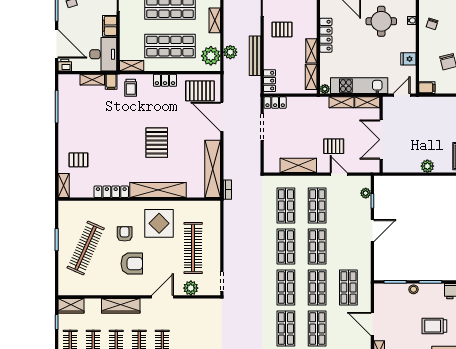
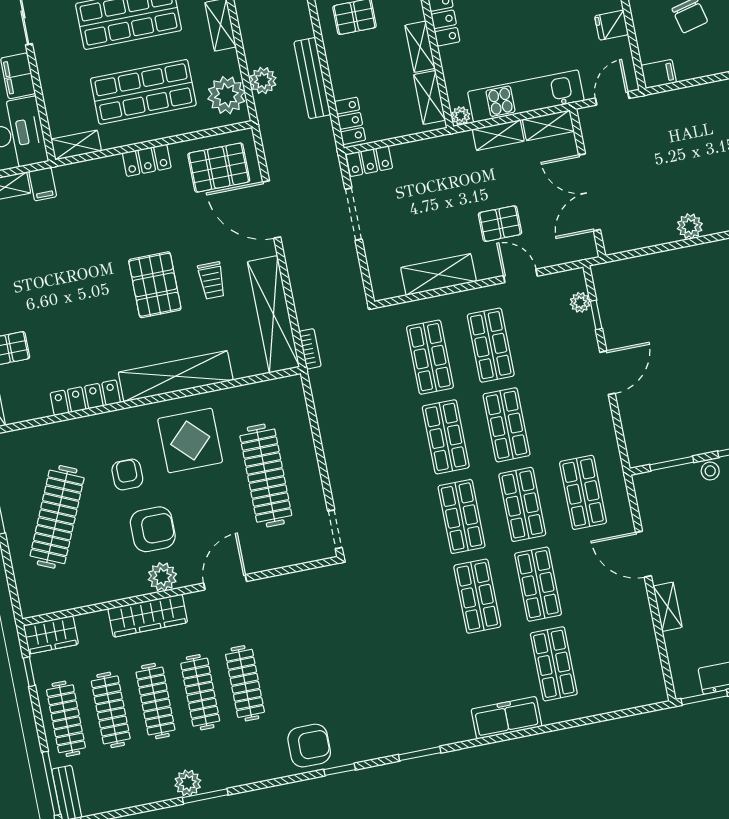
trolley: (131, 88) -> (212, 280), moved
plant: (191, 288) -> (162, 577), moved

